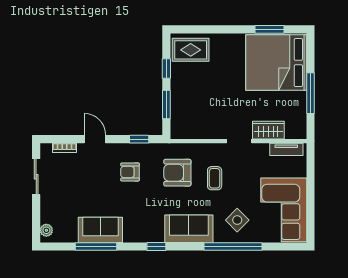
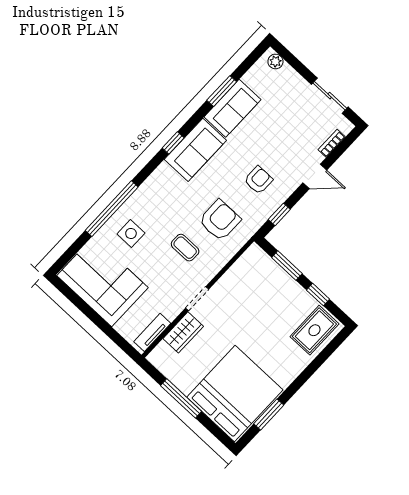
side table: (237, 220) -> (131, 233), turned 45
sofa: (189, 229) -> (195, 150), moved
window: (96, 247) -> (222, 91), width x0.69

